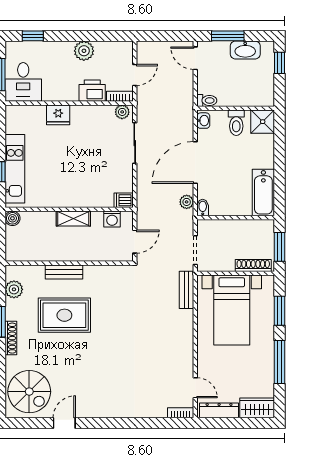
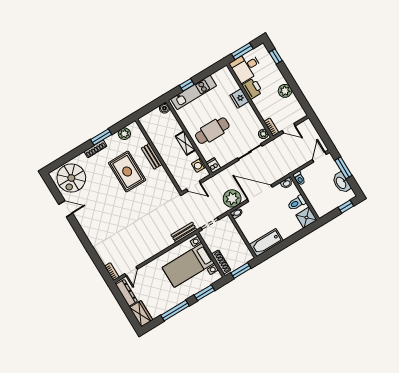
printer: (92, 91) -> (252, 89), moved
cafe table: (78, 175) -> (212, 131), added
plant: (187, 202) -> (232, 198), width x1.87, depth x1.87

